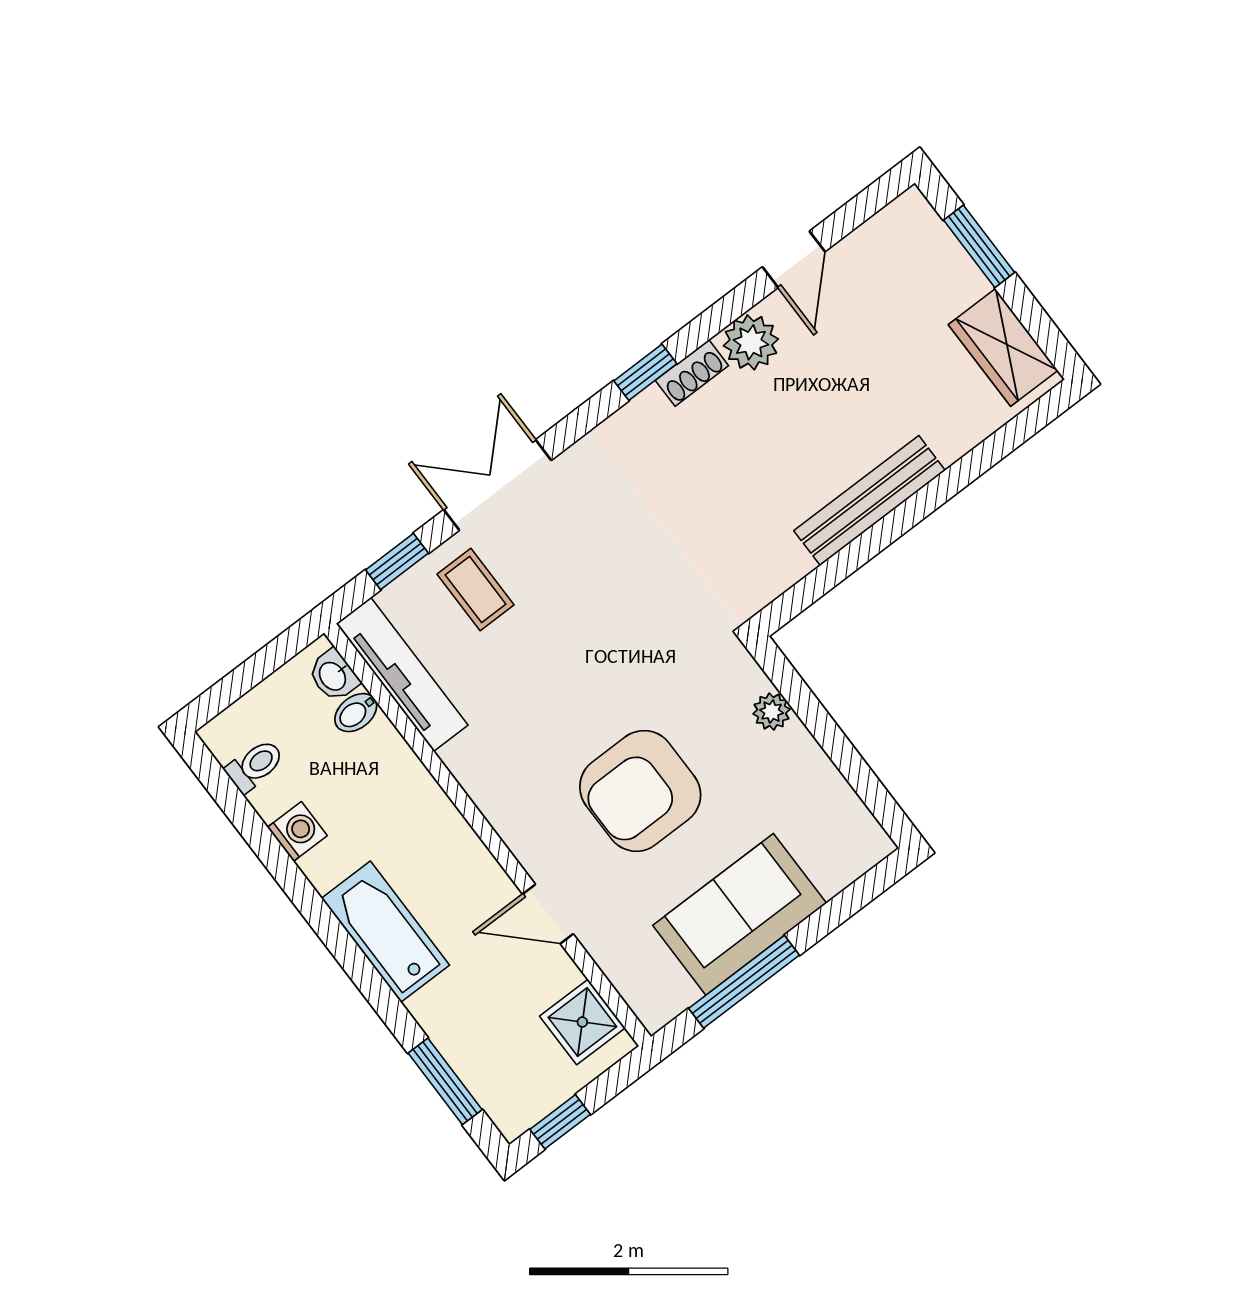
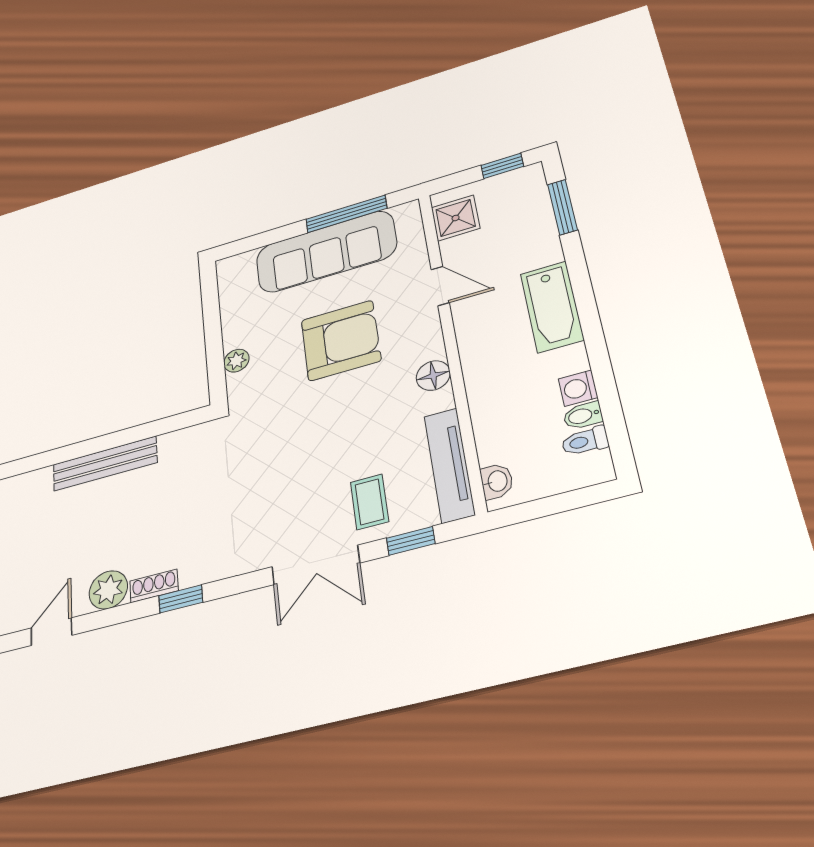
bidet: (356, 713) -> (583, 416), moved, turned 180
floor lamp: (488, 785) -> (433, 376), added
sofa: (740, 914) -> (326, 252), width x1.36

